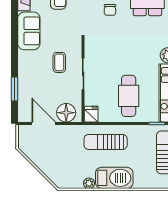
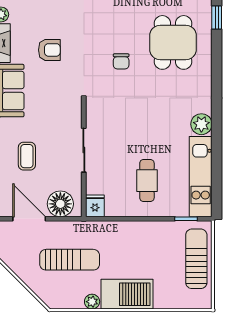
coffee table: (59, 62) -> (27, 156), moved
cafe table: (129, 96) -> (147, 181), width x0.73, depth x0.74
sun lounger: (106, 142) -> (70, 260), moved, turned 180

